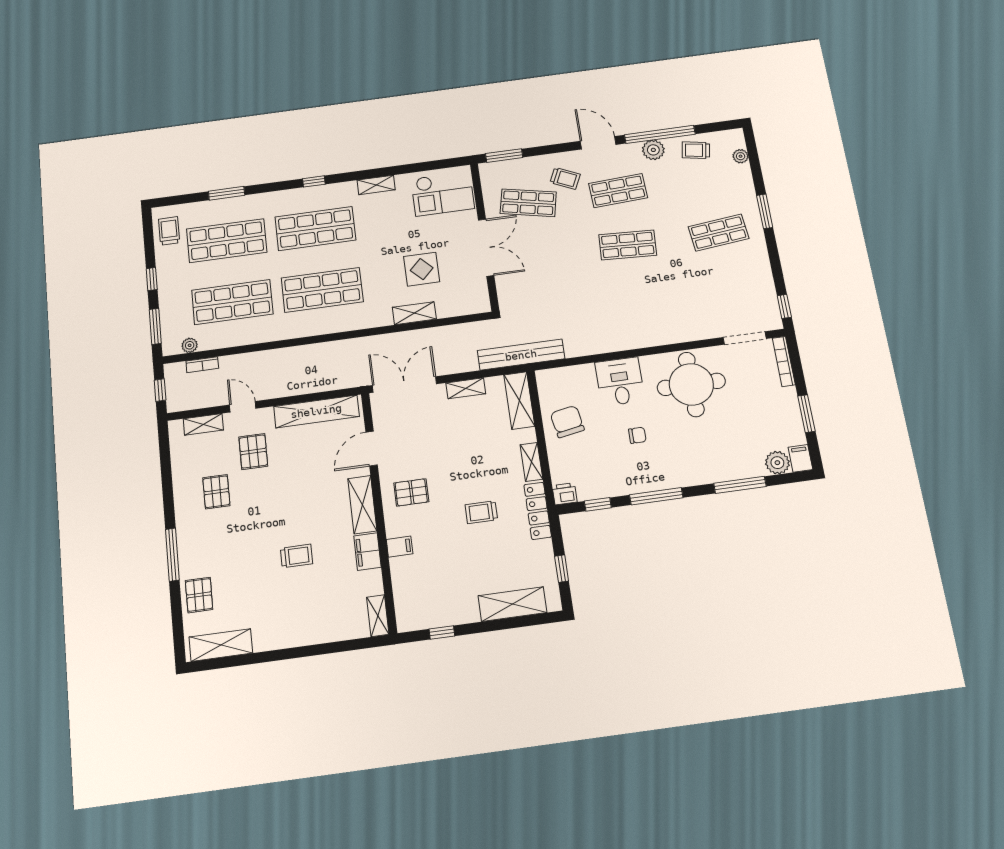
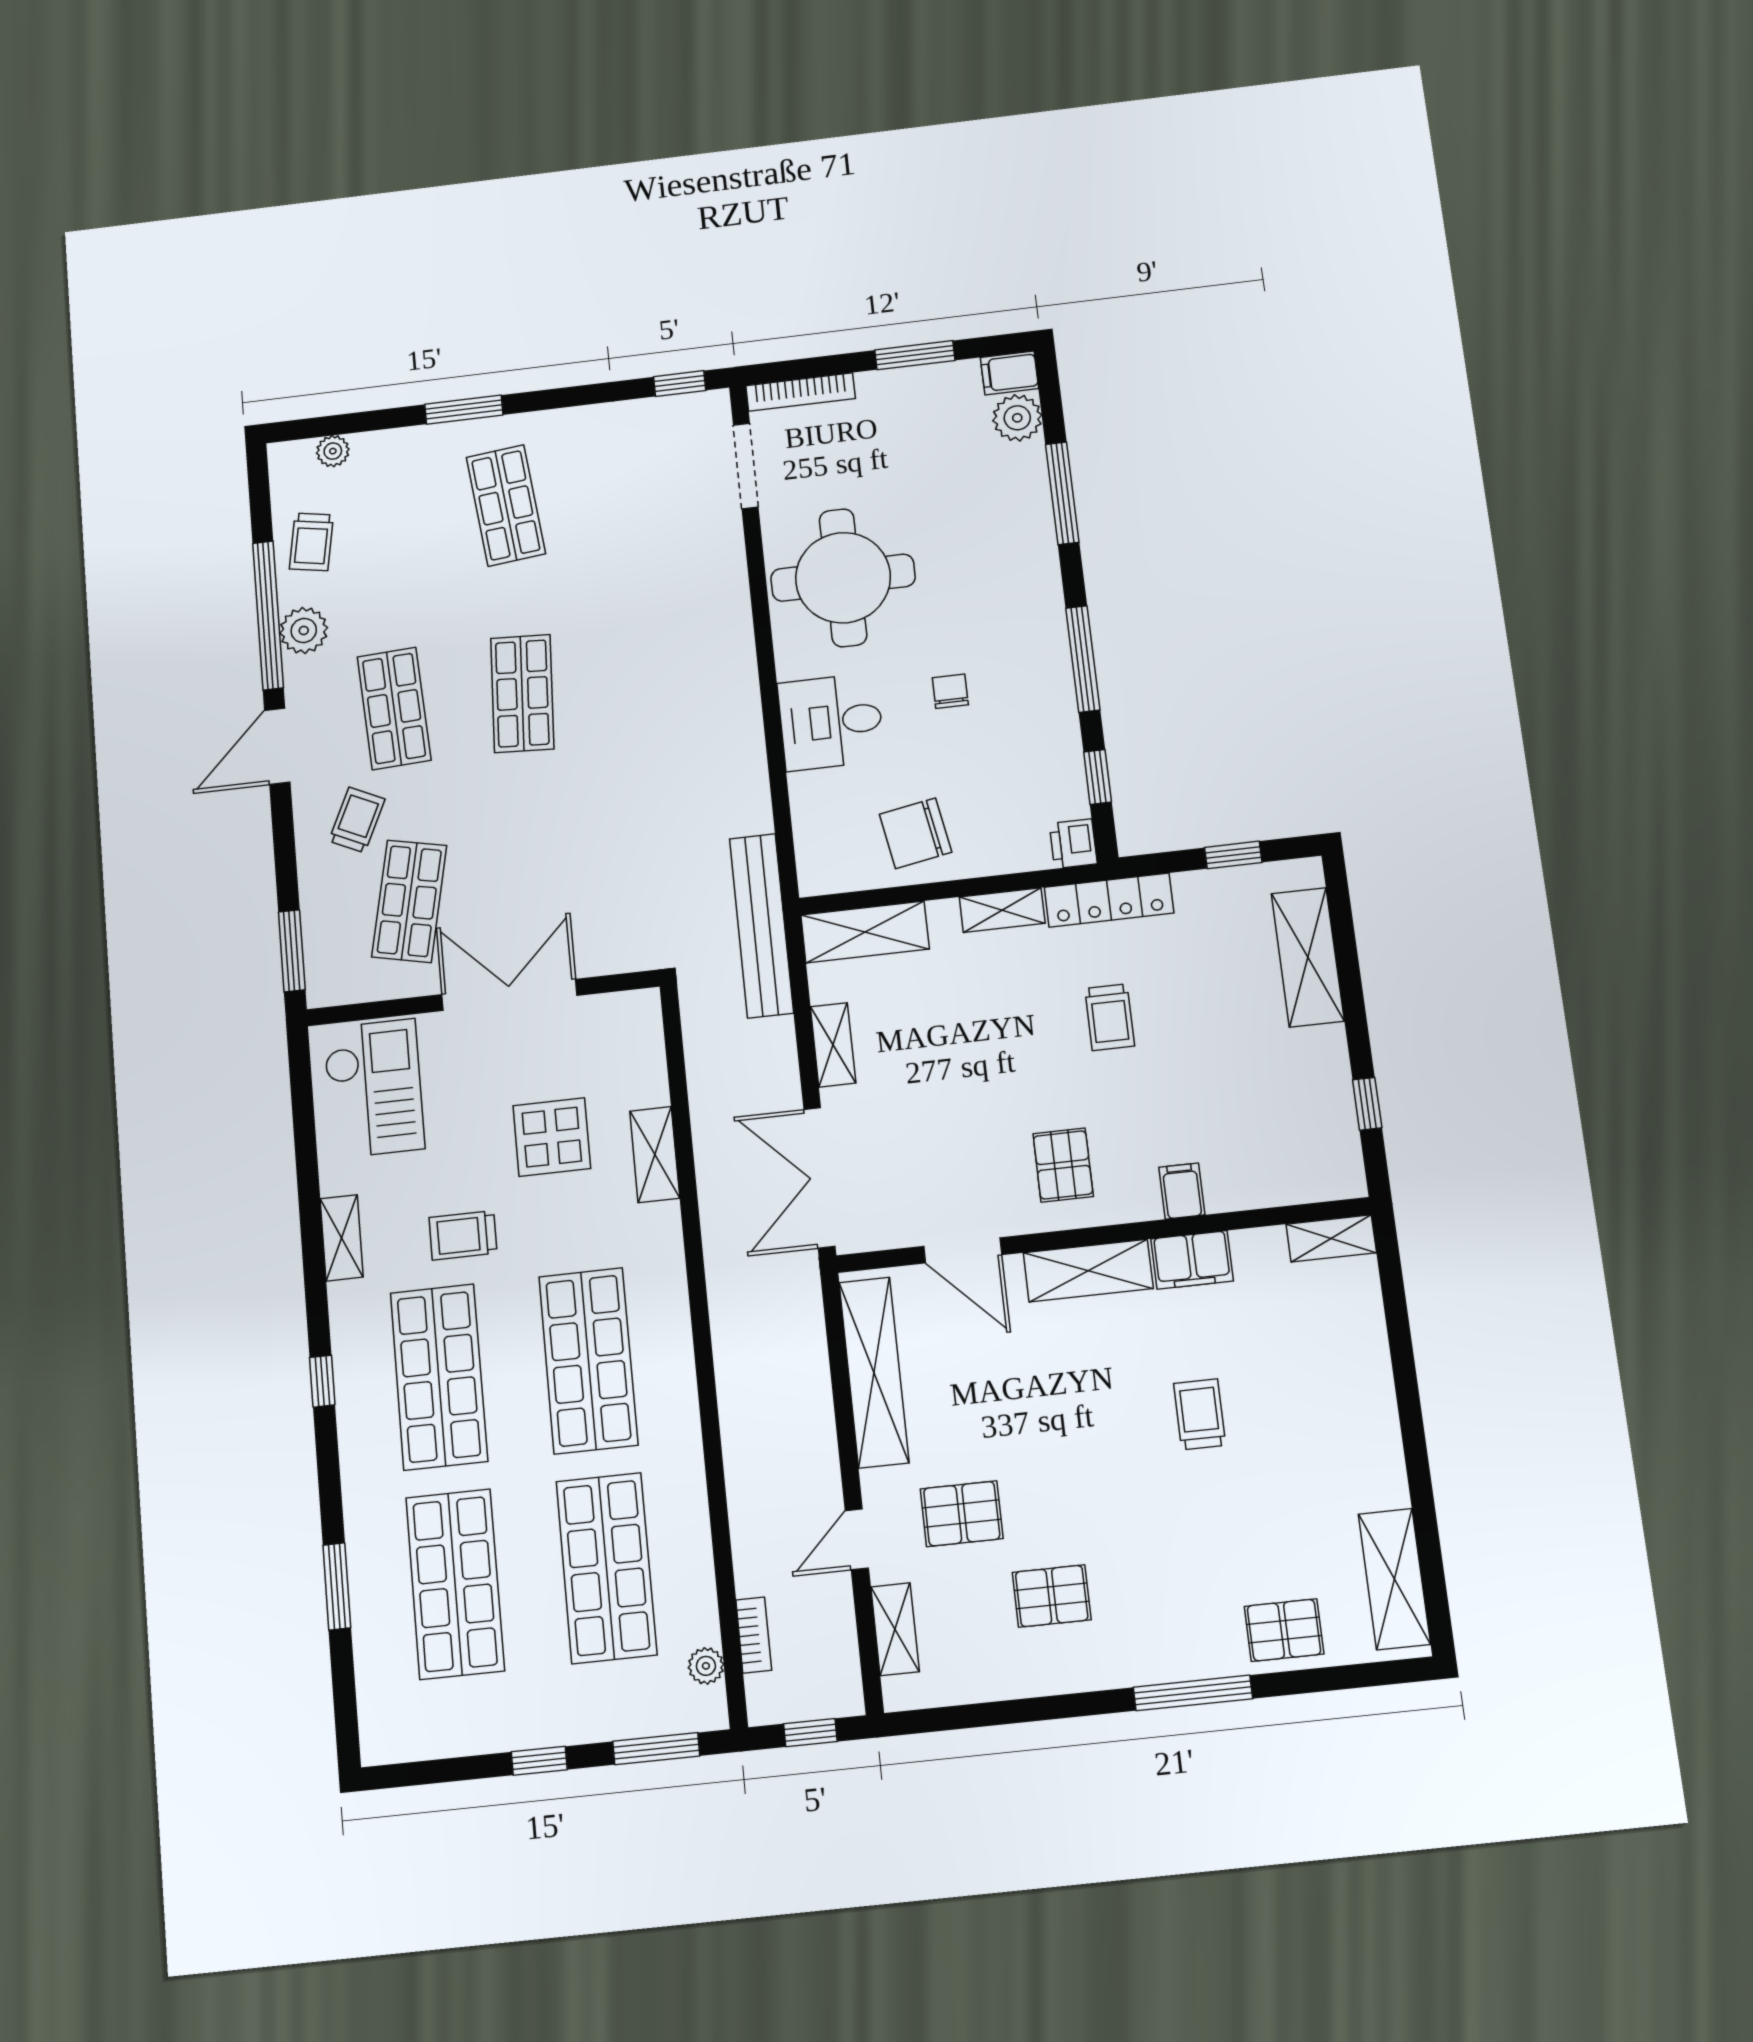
trolley: (169, 231) -> (463, 1235), moved

